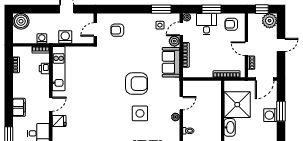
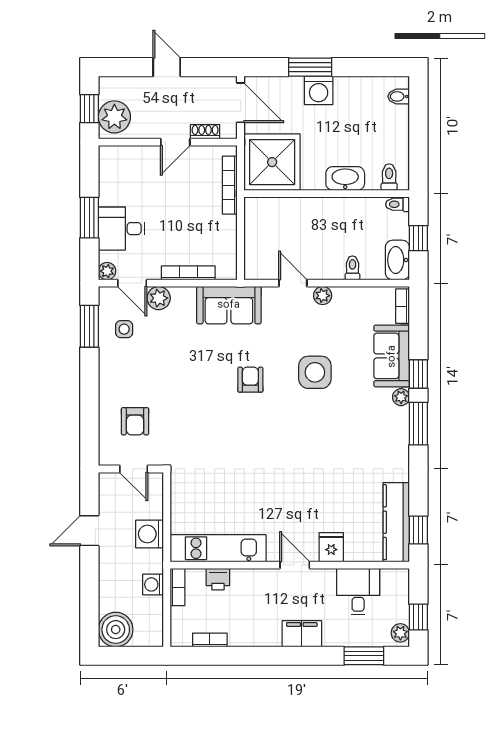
plant: (270, 21) -> (114, 117), moved
armchair: (231, 24) -> (122, 175), removed
sofa: (171, 62) -> (229, 305), moved
armchair: (137, 84) -> (250, 380), width x0.53, depth x0.53
shower: (237, 105) -> (272, 162), moved

